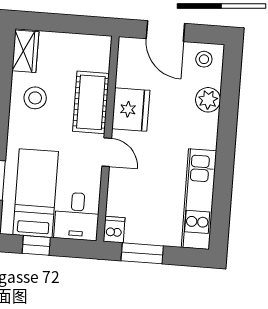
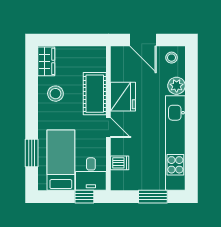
kitchen unit: (199, 199) -> (175, 143), width x1.36
dishwasher: (114, 230) -> (120, 163), moved, turned 90
window: (36, 245) -> (84, 197), moved
window: (142, 253) -> (153, 197), moved

